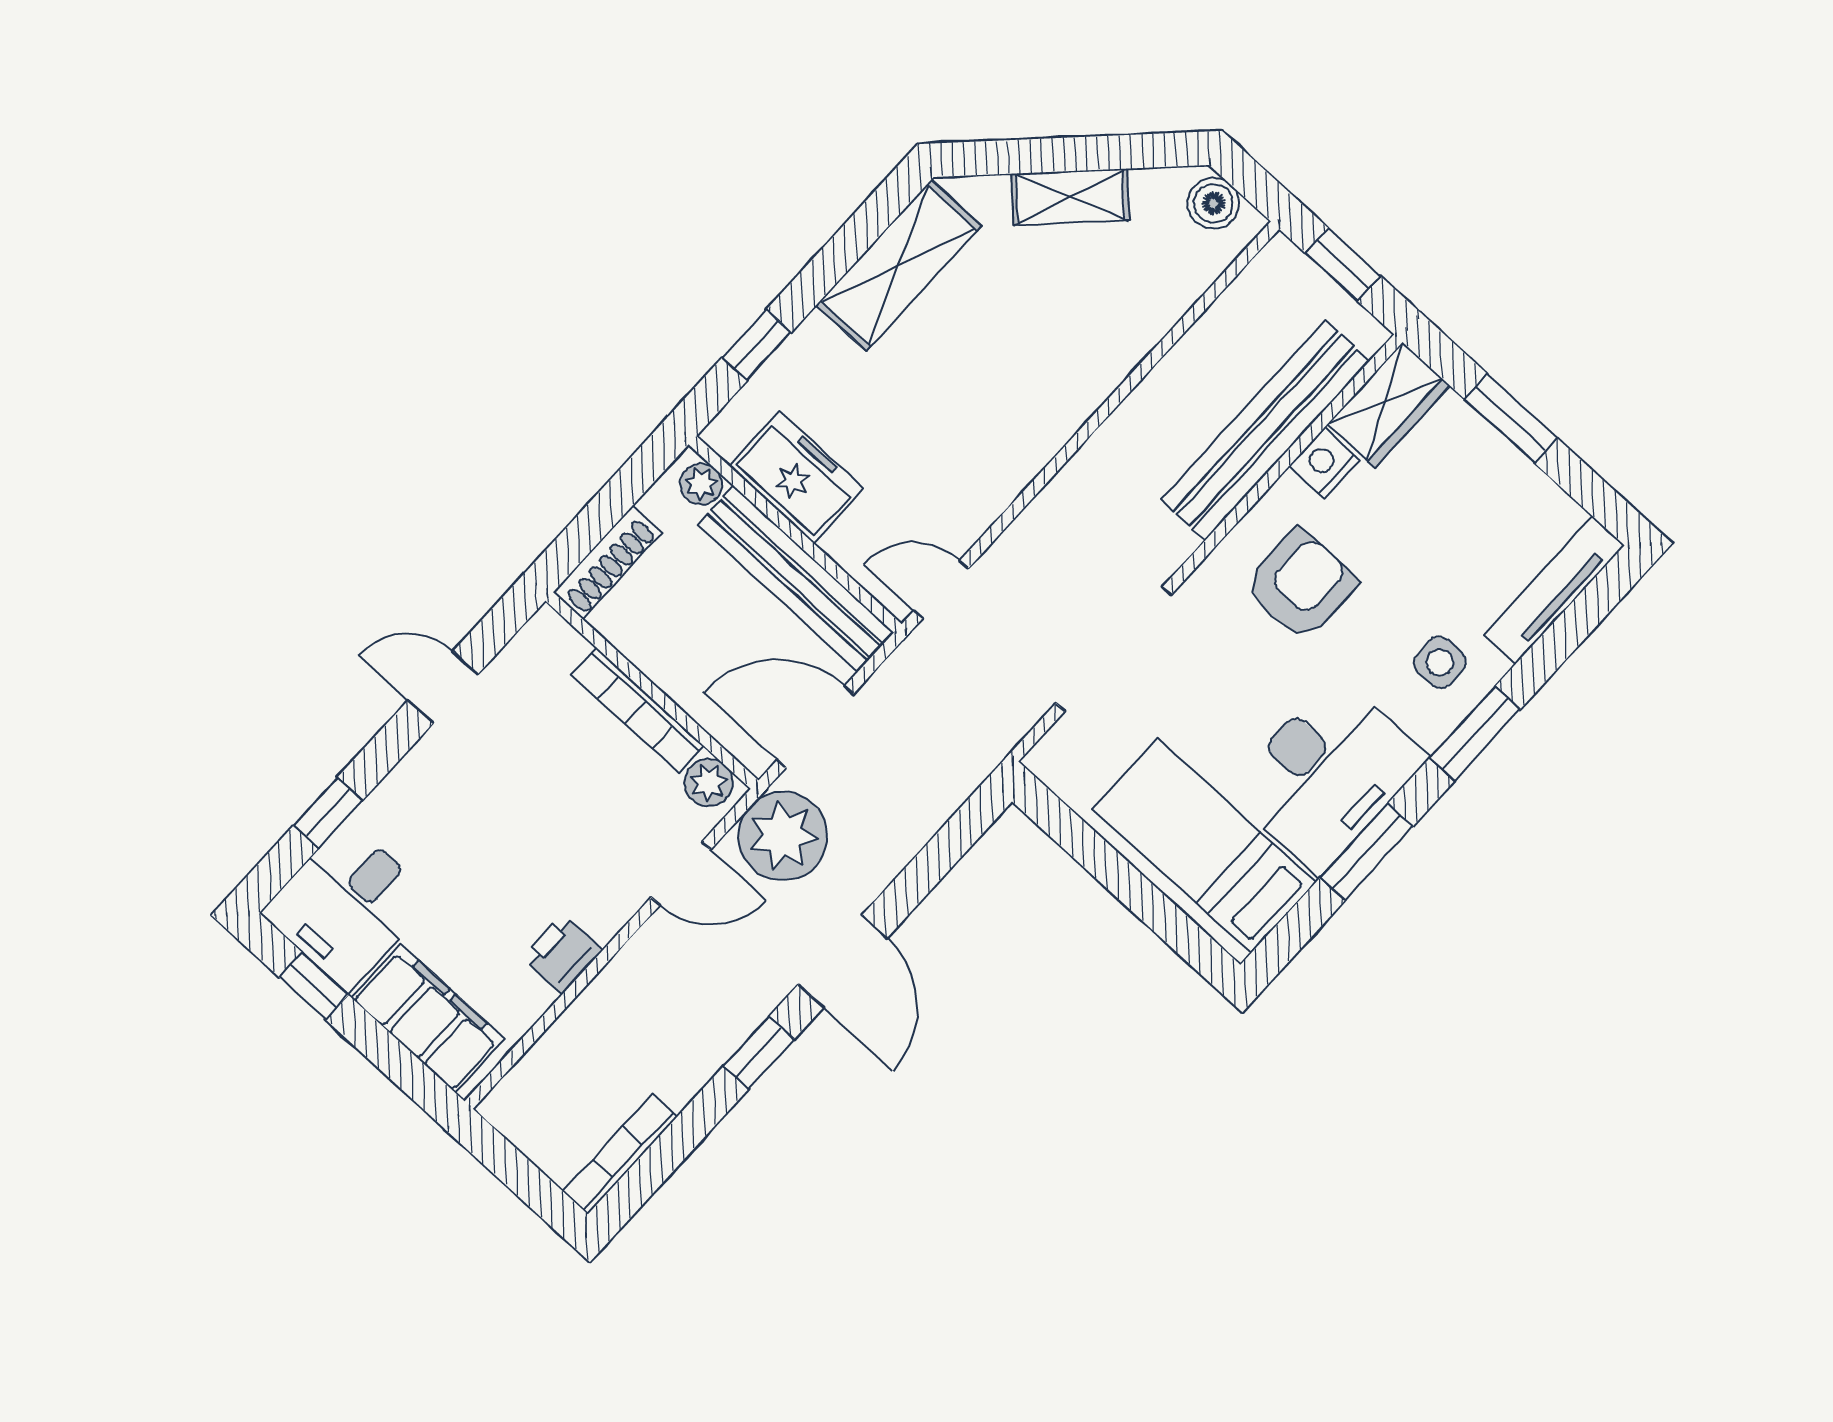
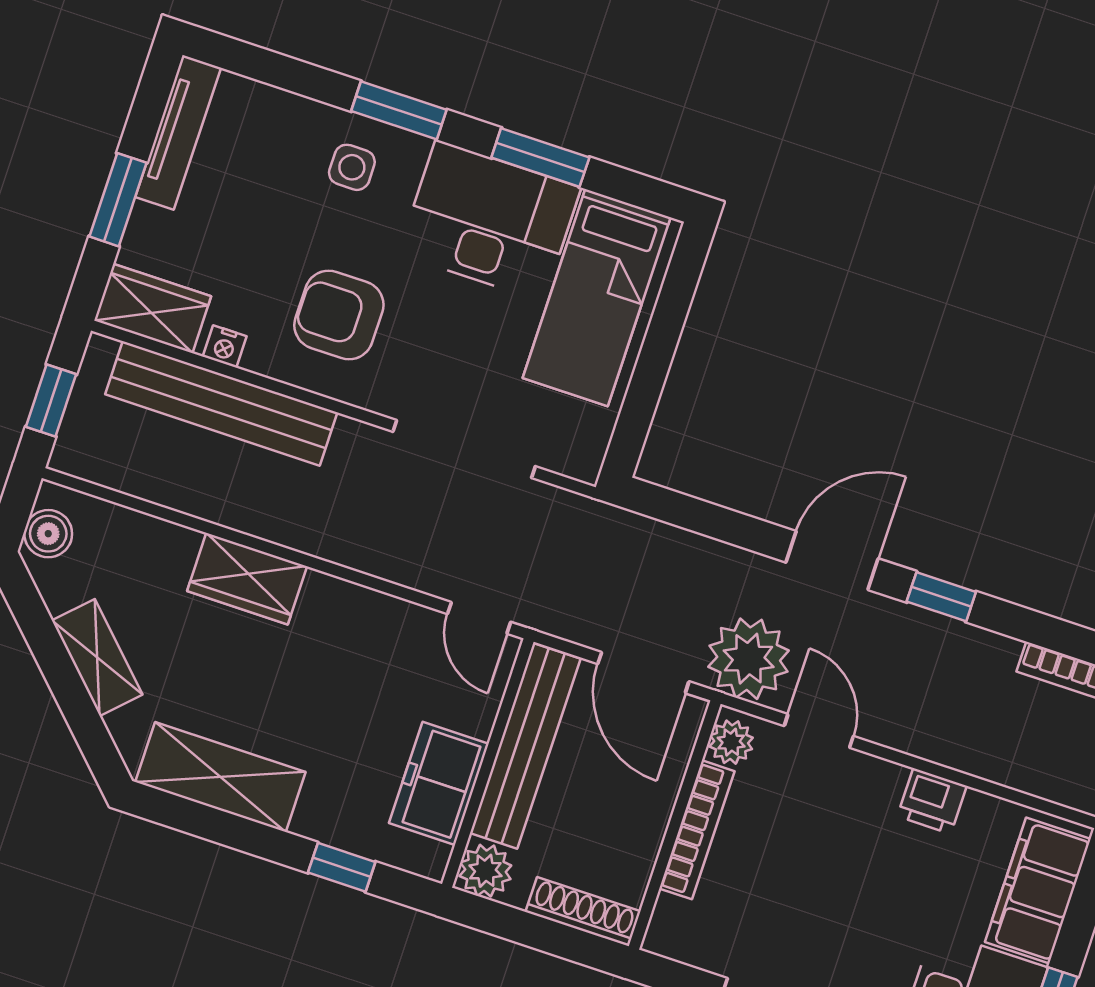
wardrobe: (1082, 379) -> (247, 579), added
nightstand: (1324, 463) -> (225, 346), width x0.72, depth x0.74
plant: (701, 484) -> (485, 871), width x1.38, depth x1.38
tv unit: (1554, 590) -> (178, 132), moved, turned -90

